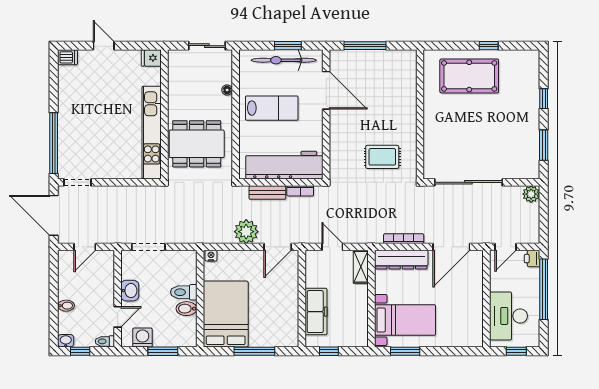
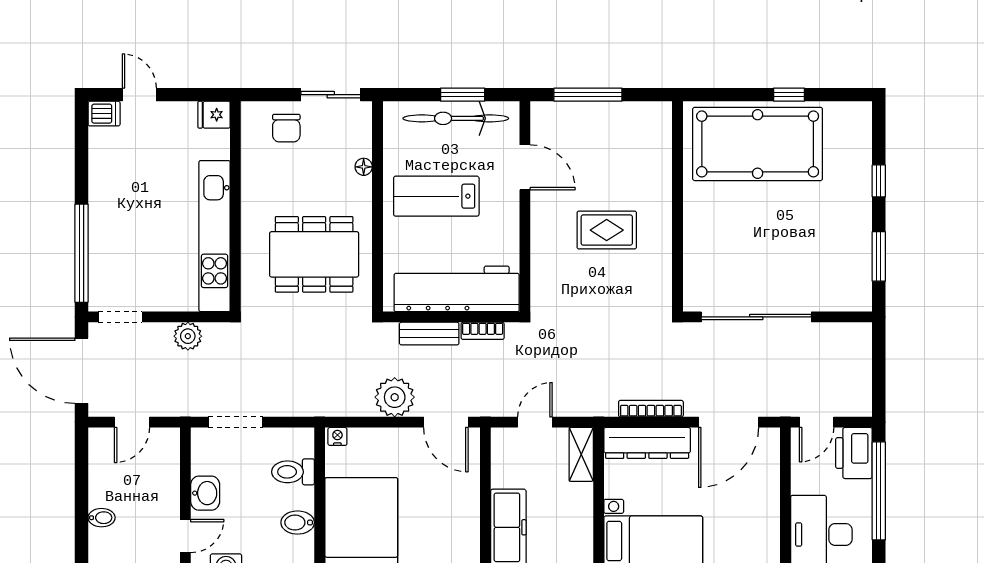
door: (104, 46) -> (139, 95), moved
fridge: (151, 58) -> (214, 115), moved
chair: (180, 66) -> (286, 128), added
pool table: (469, 76) -> (758, 144), width x1.36, depth x1.32
door: (326, 90) -> (525, 167), width x0.73
lab bench: (272, 108) -> (436, 196), turned 180
wall: (164, 114) -> (235, 206), moved
kitchen unit: (152, 133) -> (215, 236), moved
rug: (382, 157) -> (607, 230), moved
plant: (531, 194) -> (188, 336), moved
door: (278, 247) -> (446, 422), hinge flipped
door: (332, 247) -> (535, 422), hinge flipped
printer: (532, 259) -> (854, 453), width x1.87, depth x1.48
toilet: (184, 292) -> (293, 472), moved

